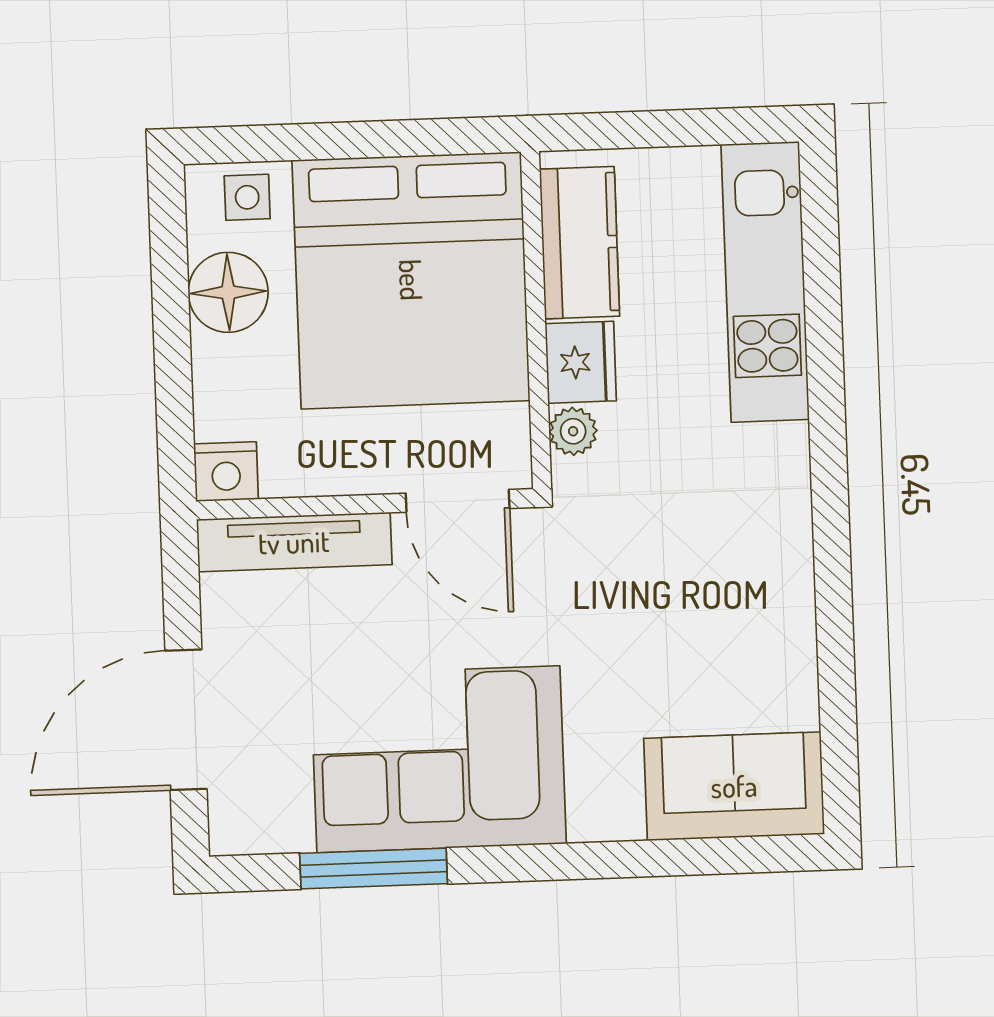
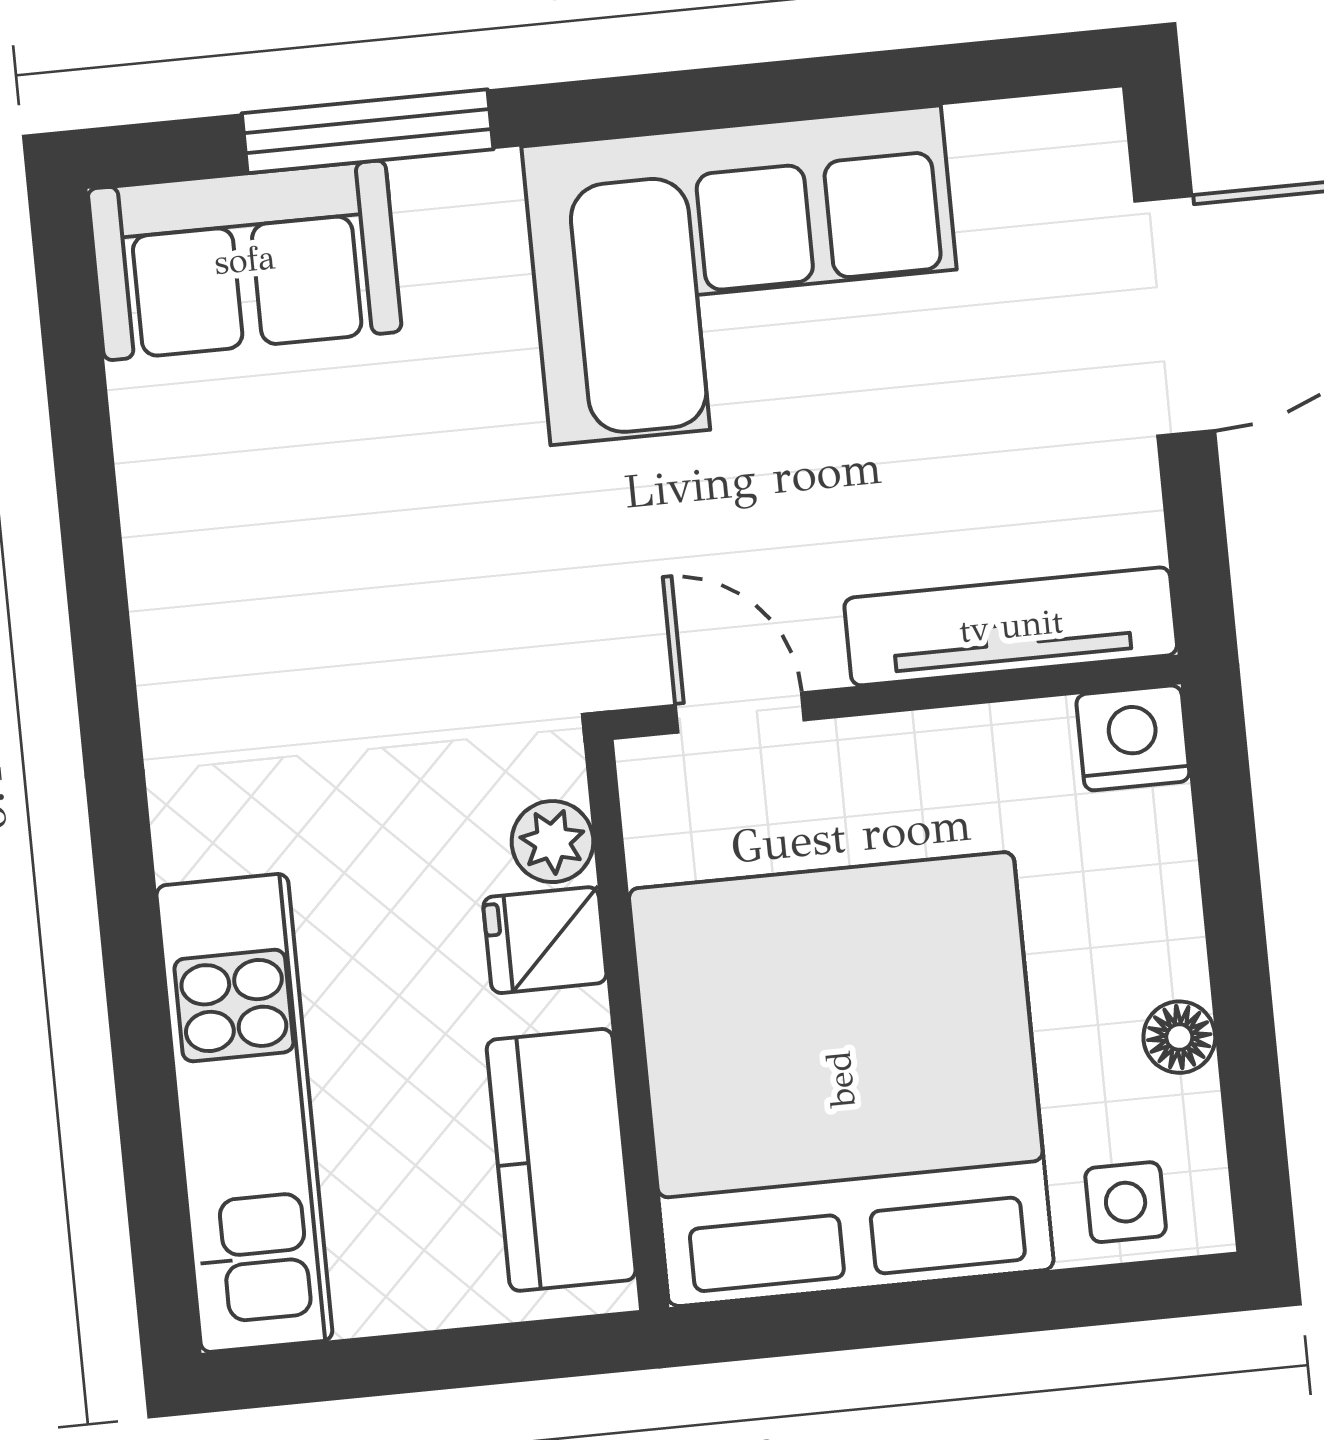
floor lamp: (228, 292) -> (1179, 1037), width x0.53, depth x0.53
fridge: (581, 362) -> (545, 940), width x0.72
door: (458, 501) -> (740, 713), width x0.73
window: (374, 869) -> (368, 131), moved

